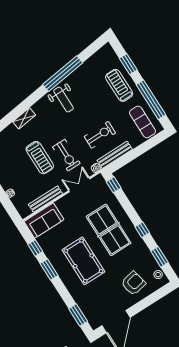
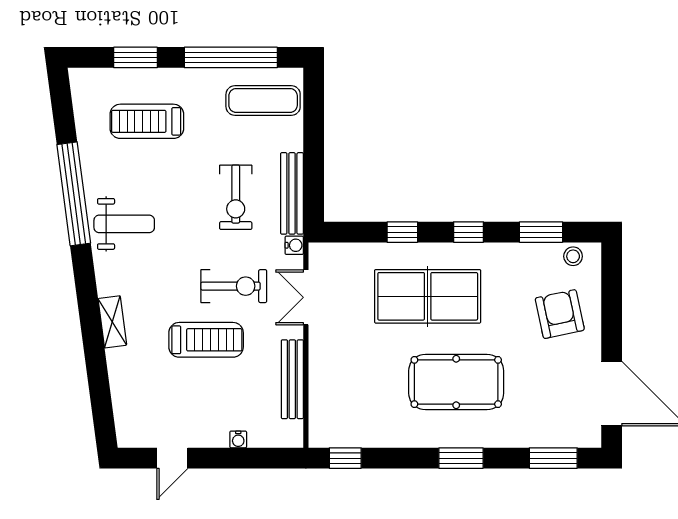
treadmill: (119, 85) -> (147, 121), moved
exercise bike: (100, 135) -> (236, 197), turned 180
window: (114, 185) -> (402, 232), moved
sofa: (44, 221) -> (331, 408), removed
window: (35, 248) -> (345, 458), moved
window: (49, 269) -> (461, 458), moved

